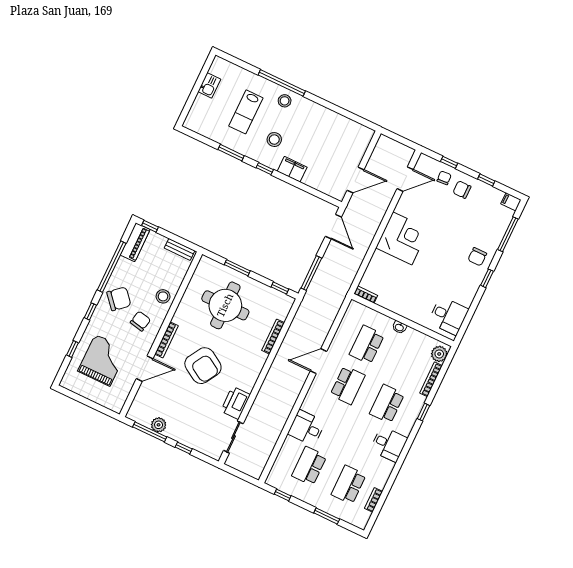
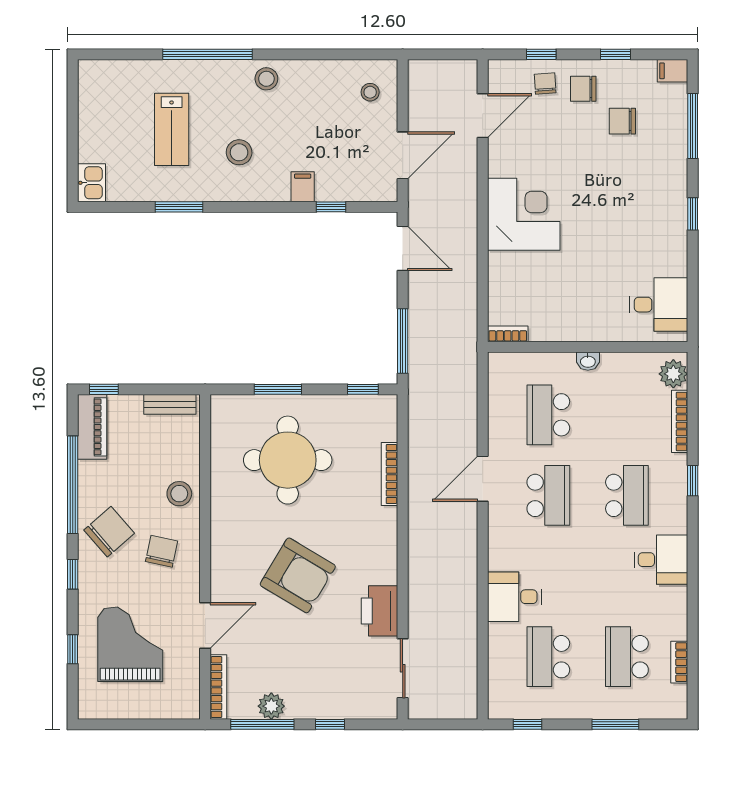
kitchen sink: (209, 85) -> (91, 183), moved
stool: (285, 101) -> (266, 79), moved
stool: (354, 141) -> (370, 92), added
window: (265, 169) -> (331, 207), moved
filing cabinet: (292, 169) -> (303, 187), width x0.50
chair: (477, 257) -> (622, 121), moved, turned 90
bookcase: (166, 340) -> (218, 687), moved
school desk: (387, 404) -> (627, 495), turned 180

